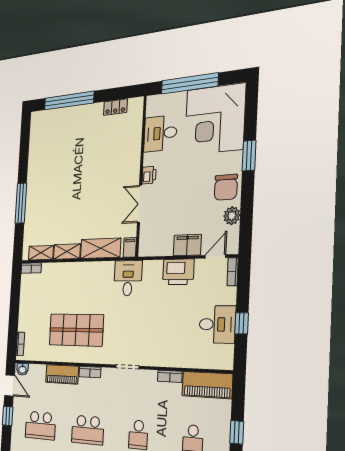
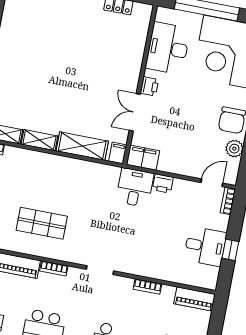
desk: (160, 133) -> (168, 48), width x1.37
filing cabinet: (187, 245) -> (143, 158), moved
printer: (178, 272) -> (163, 183), width x0.53, depth x0.68
desk: (128, 278) -> (135, 188), moved
shop shelf: (76, 330) -> (42, 223), width x0.70, depth x0.74
piano: (207, 385) -> (194, 299), width x0.73, depth x0.75

